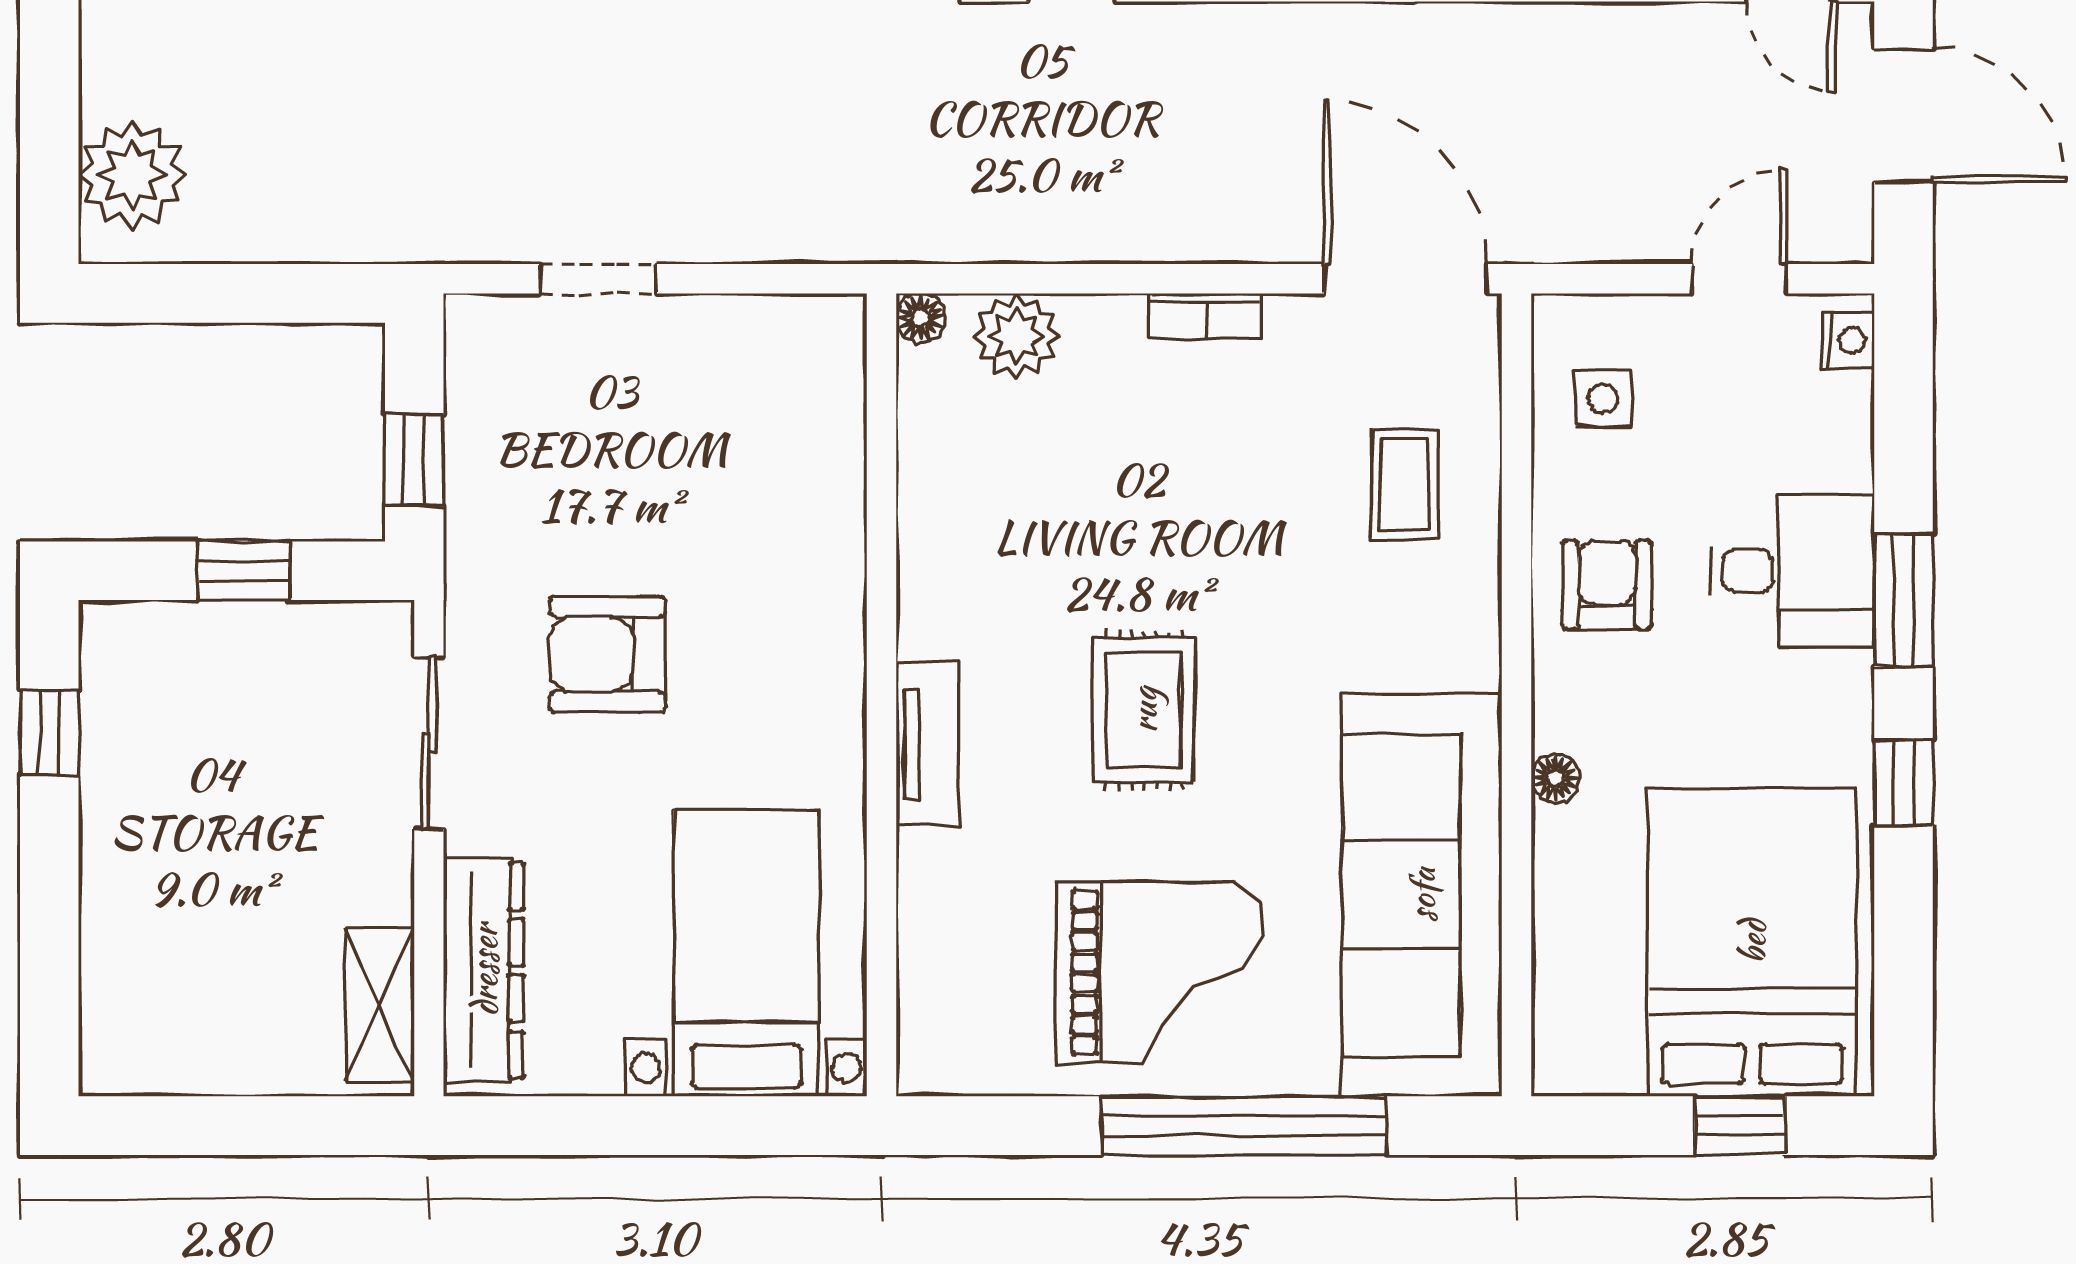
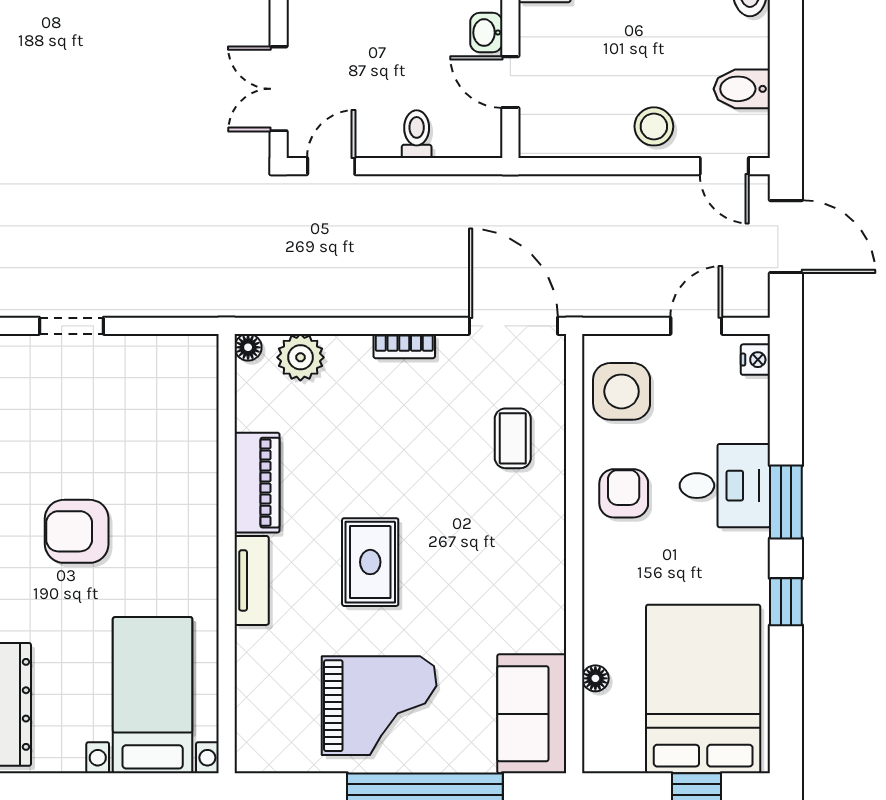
side table: (1603, 399) -> (622, 391), width x1.87, depth x1.87
piano: (937, 565) -> (257, 483), added
floor lamp: (1555, 778) -> (595, 678), moved
sofa: (1422, 895) -> (532, 714), width x0.54, depth x0.79

